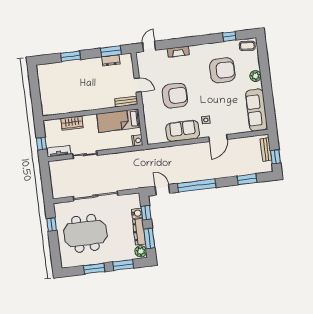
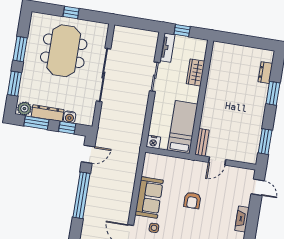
dresser: (111, 60) -> (265, 73), moved
armchair: (175, 96) -> (192, 200), width x0.53, depth x0.53
window: (52, 225) -> (71, 12), moved

